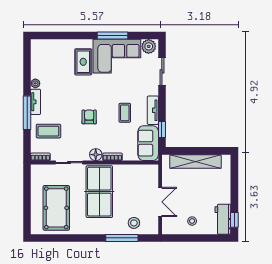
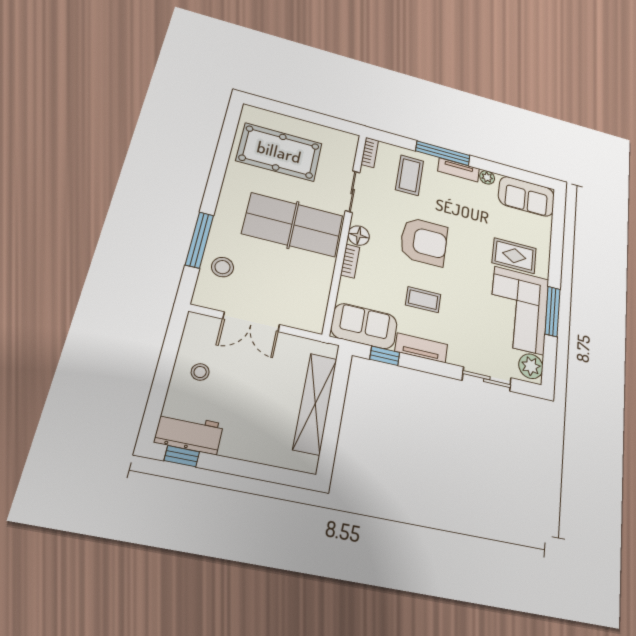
sofa: (41, 57) -> (526, 196), added
armchair: (89, 117) -> (424, 242), width x1.88, depth x1.88

